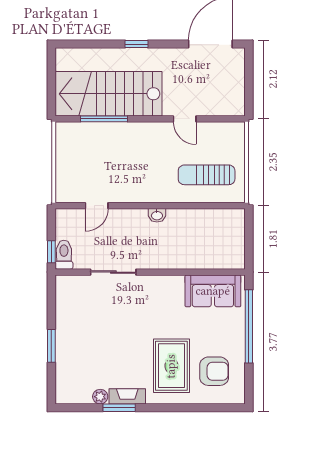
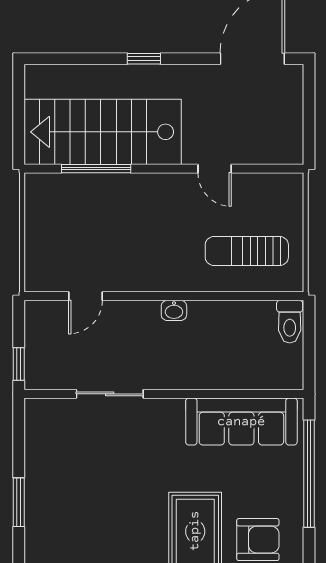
toilet: (64, 255) -> (290, 322), moved, turned 180
sofa: (213, 291) -> (241, 422), width x1.36

